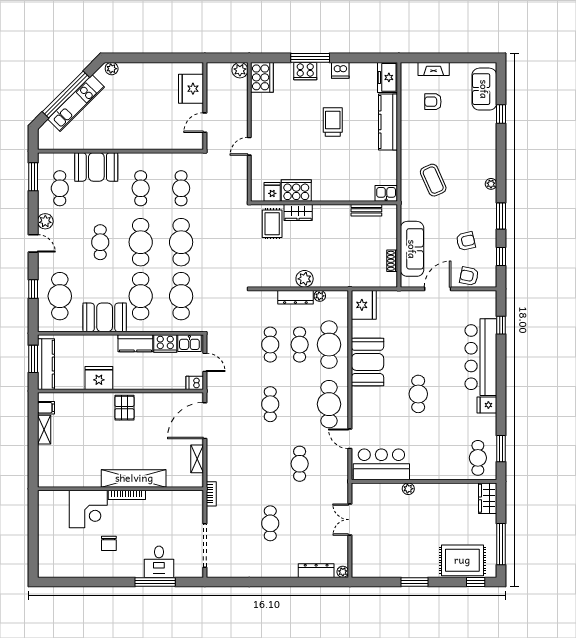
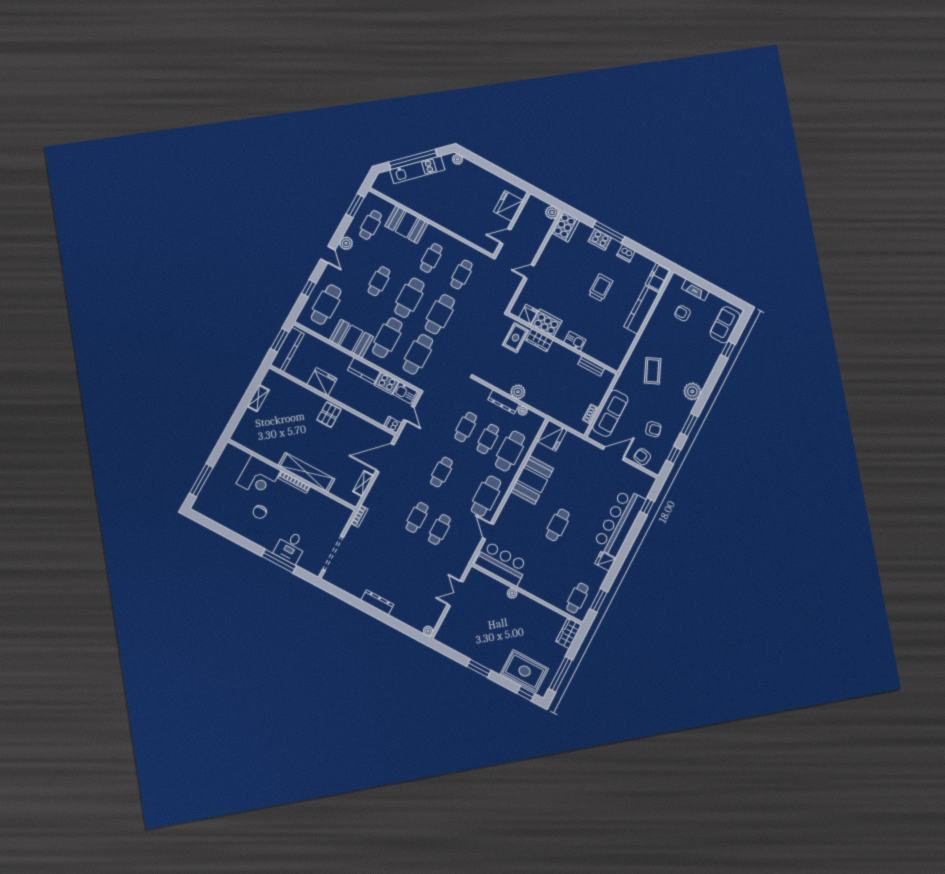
plant: (491, 184) -> (692, 391), width x1.88, depth x1.88
kitchen sink: (386, 193) -> (575, 341), moved
filing cabinet: (46, 408) -> (269, 382), removed
cafe table: (270, 523) -> (417, 517), moved
window: (33, 543) -> (201, 480), added
dresser: (316, 571) -> (377, 602), moved

